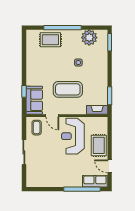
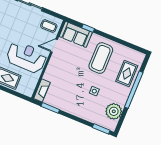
coffee table: (68, 89) -> (101, 58), moved

